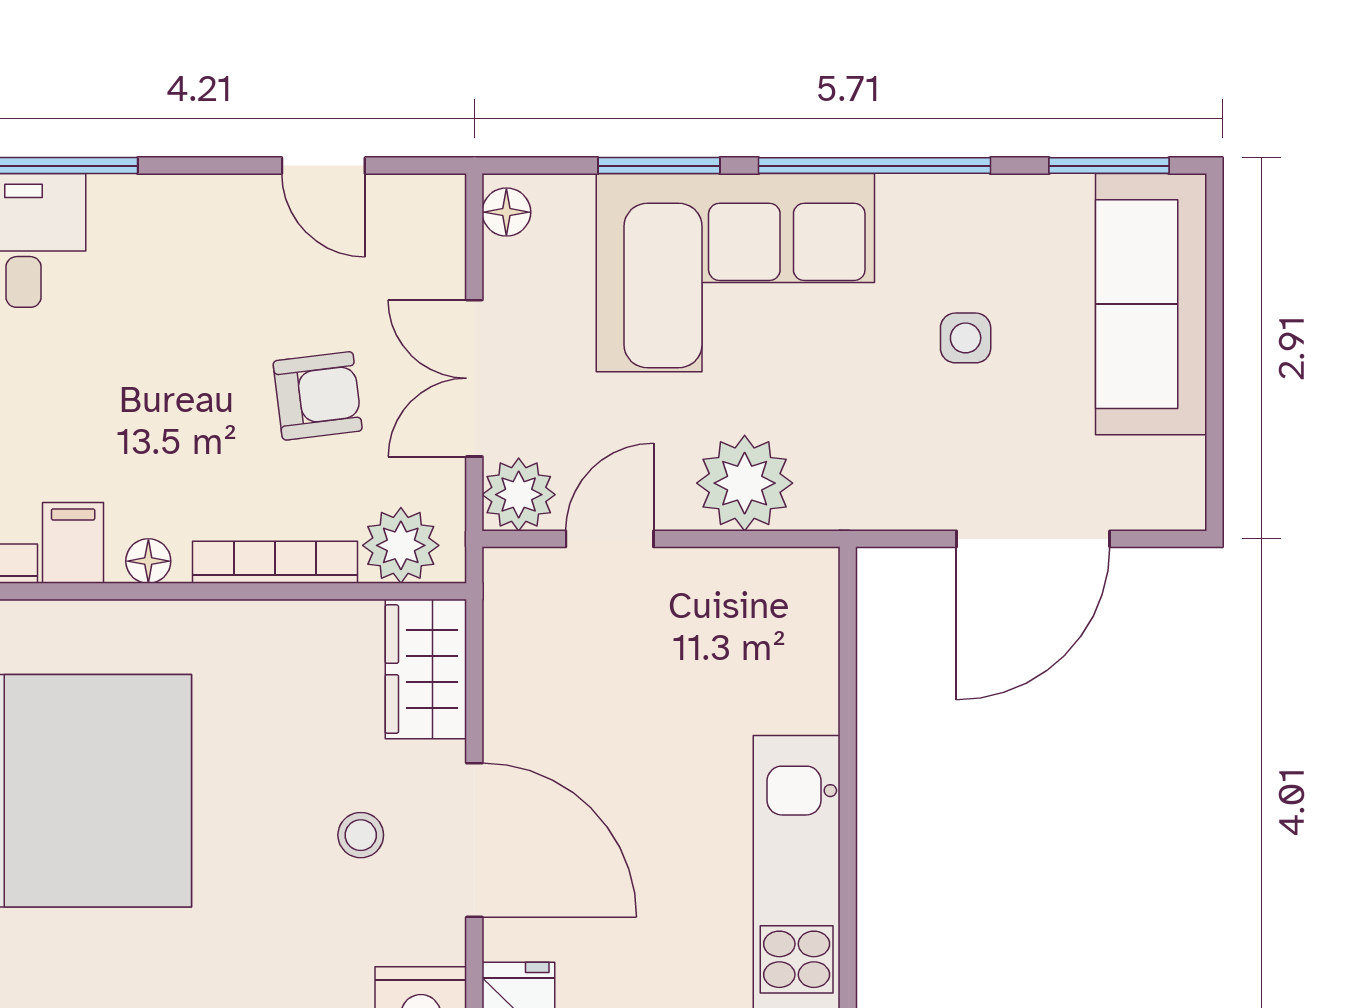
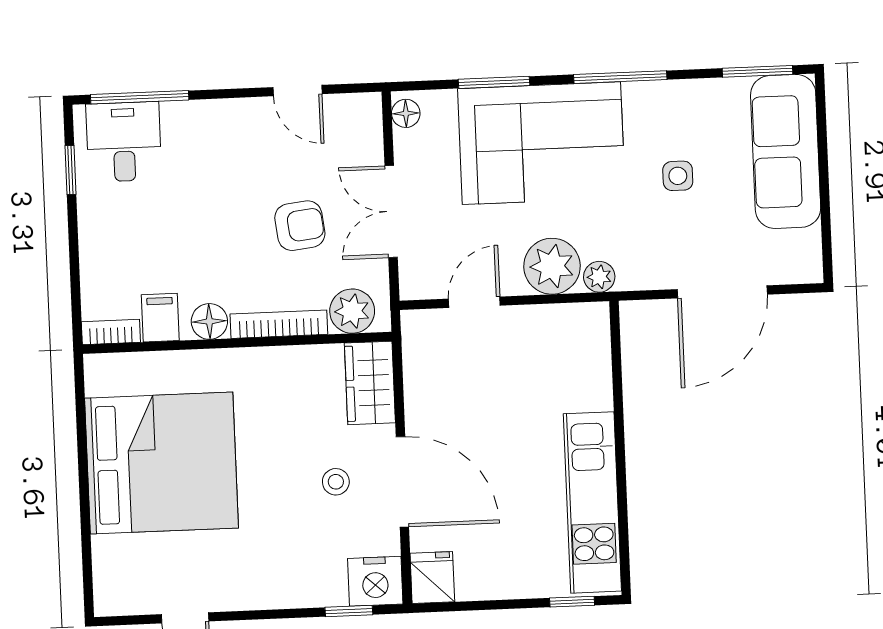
window: (875, 166) -> (620, 77), width x0.68
plant: (519, 495) -> (599, 277), moved, width x0.73, depth x0.73
floor lamp: (148, 561) -> (209, 321), width x1.37, depth x1.37

